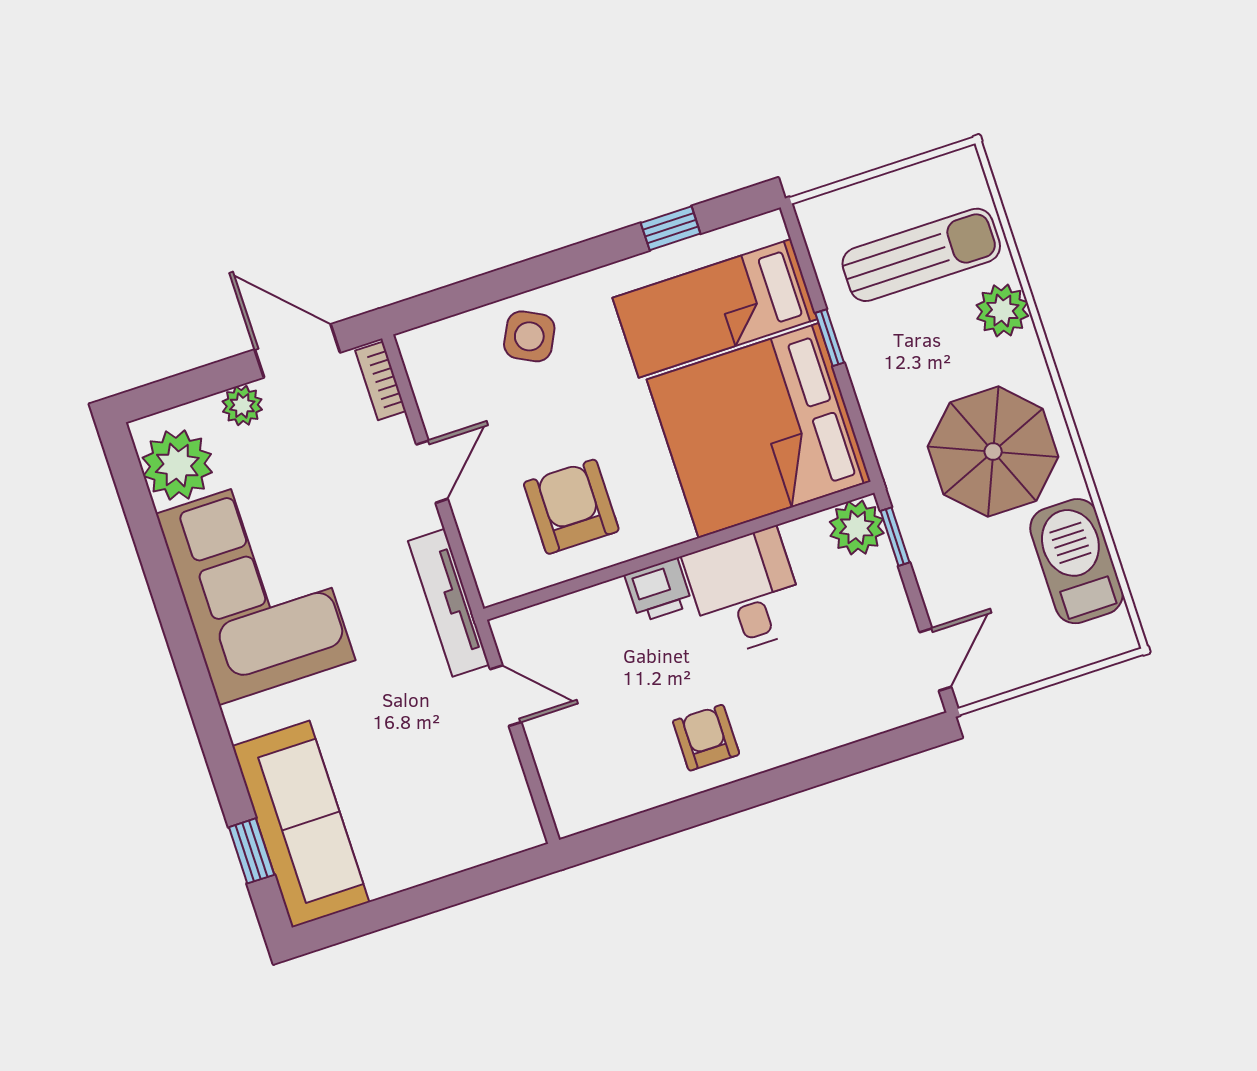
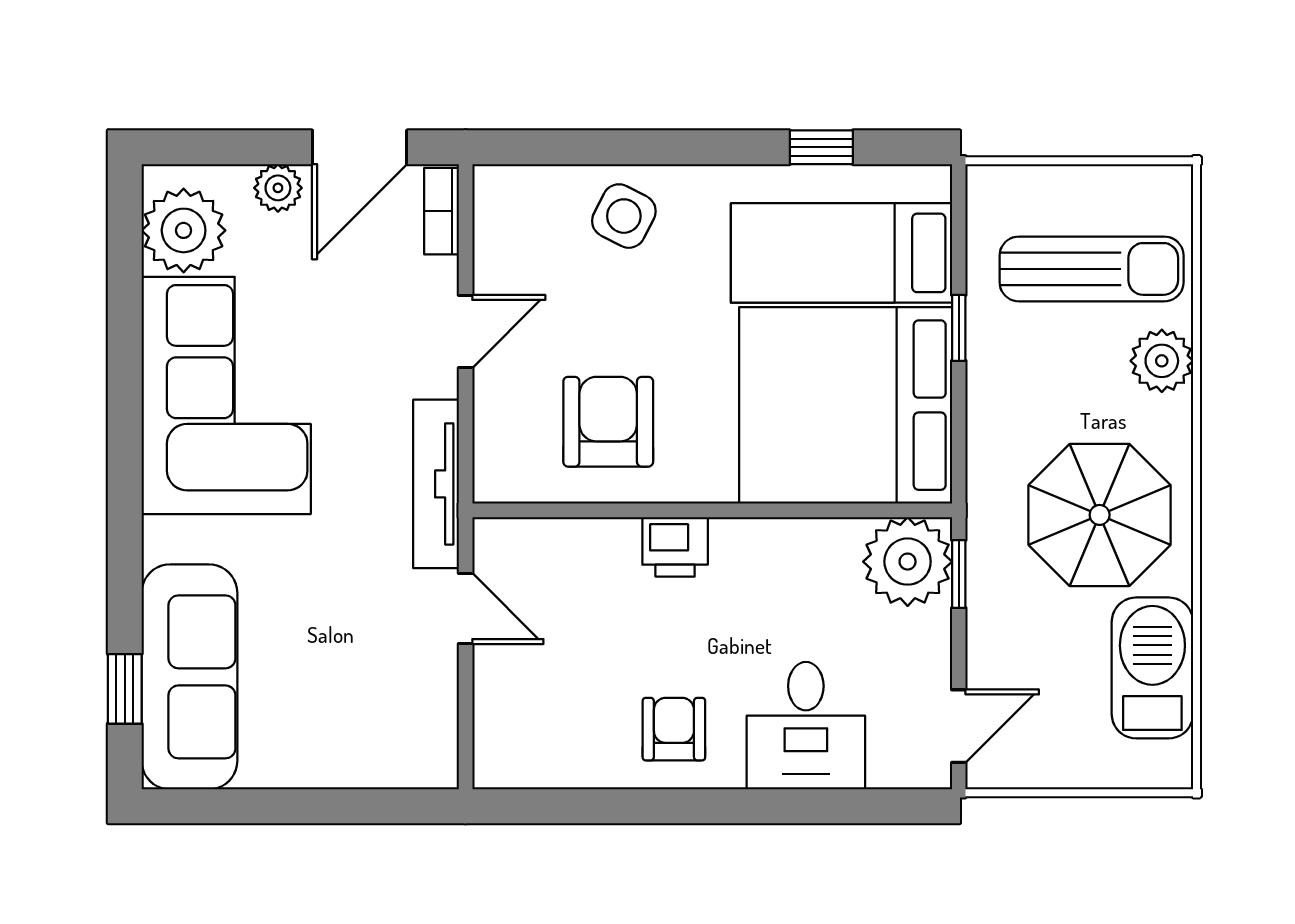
door: (297, 351) -> (360, 147), swing flipped
plant: (857, 527) -> (908, 562), width x1.36, depth x1.36
desk: (745, 592) -> (806, 726), moved, turned 180

